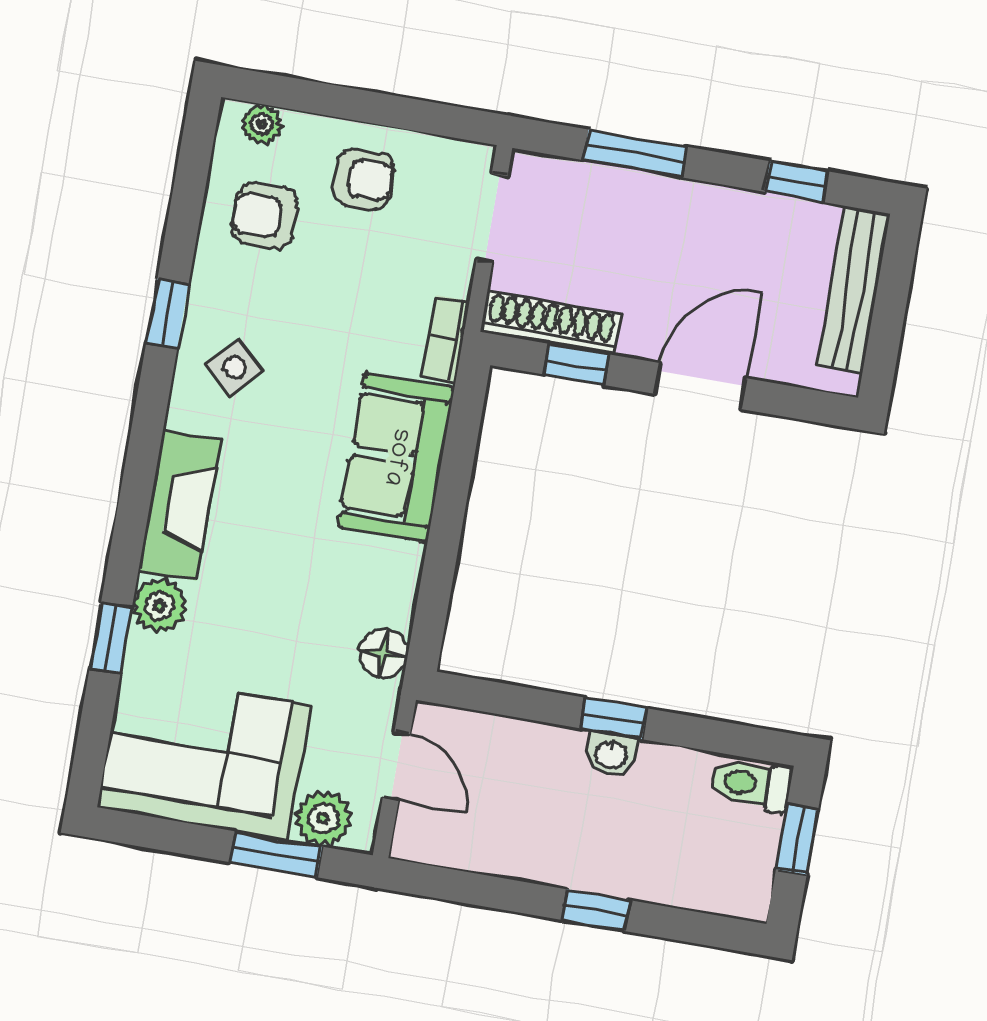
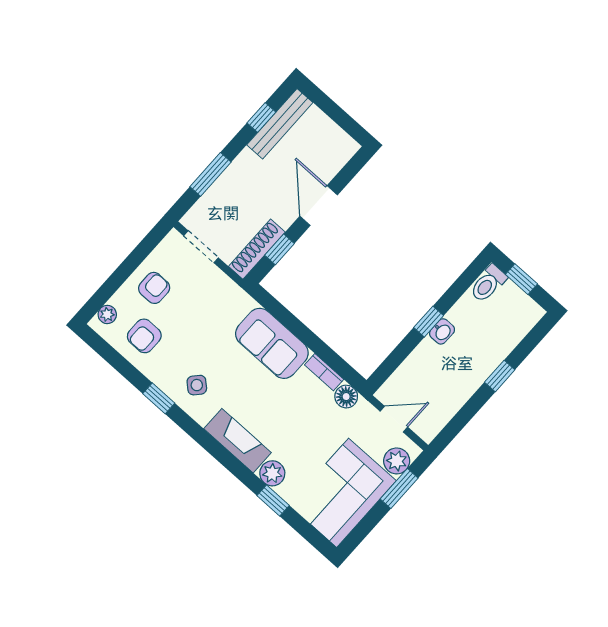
bench: (854, 290) -> (280, 124), moved, turned 90
bookcase: (446, 339) -> (324, 372), moved

